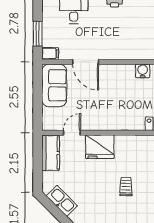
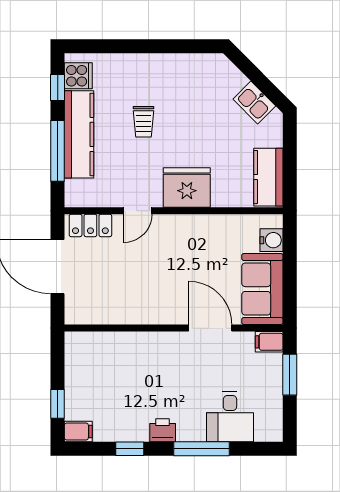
water cooler: (143, 71) -> (271, 240), moved, turned -90
door: (72, 133) -> (138, 211), moved
kitchen sink: (62, 201) -> (254, 102), width x0.73

